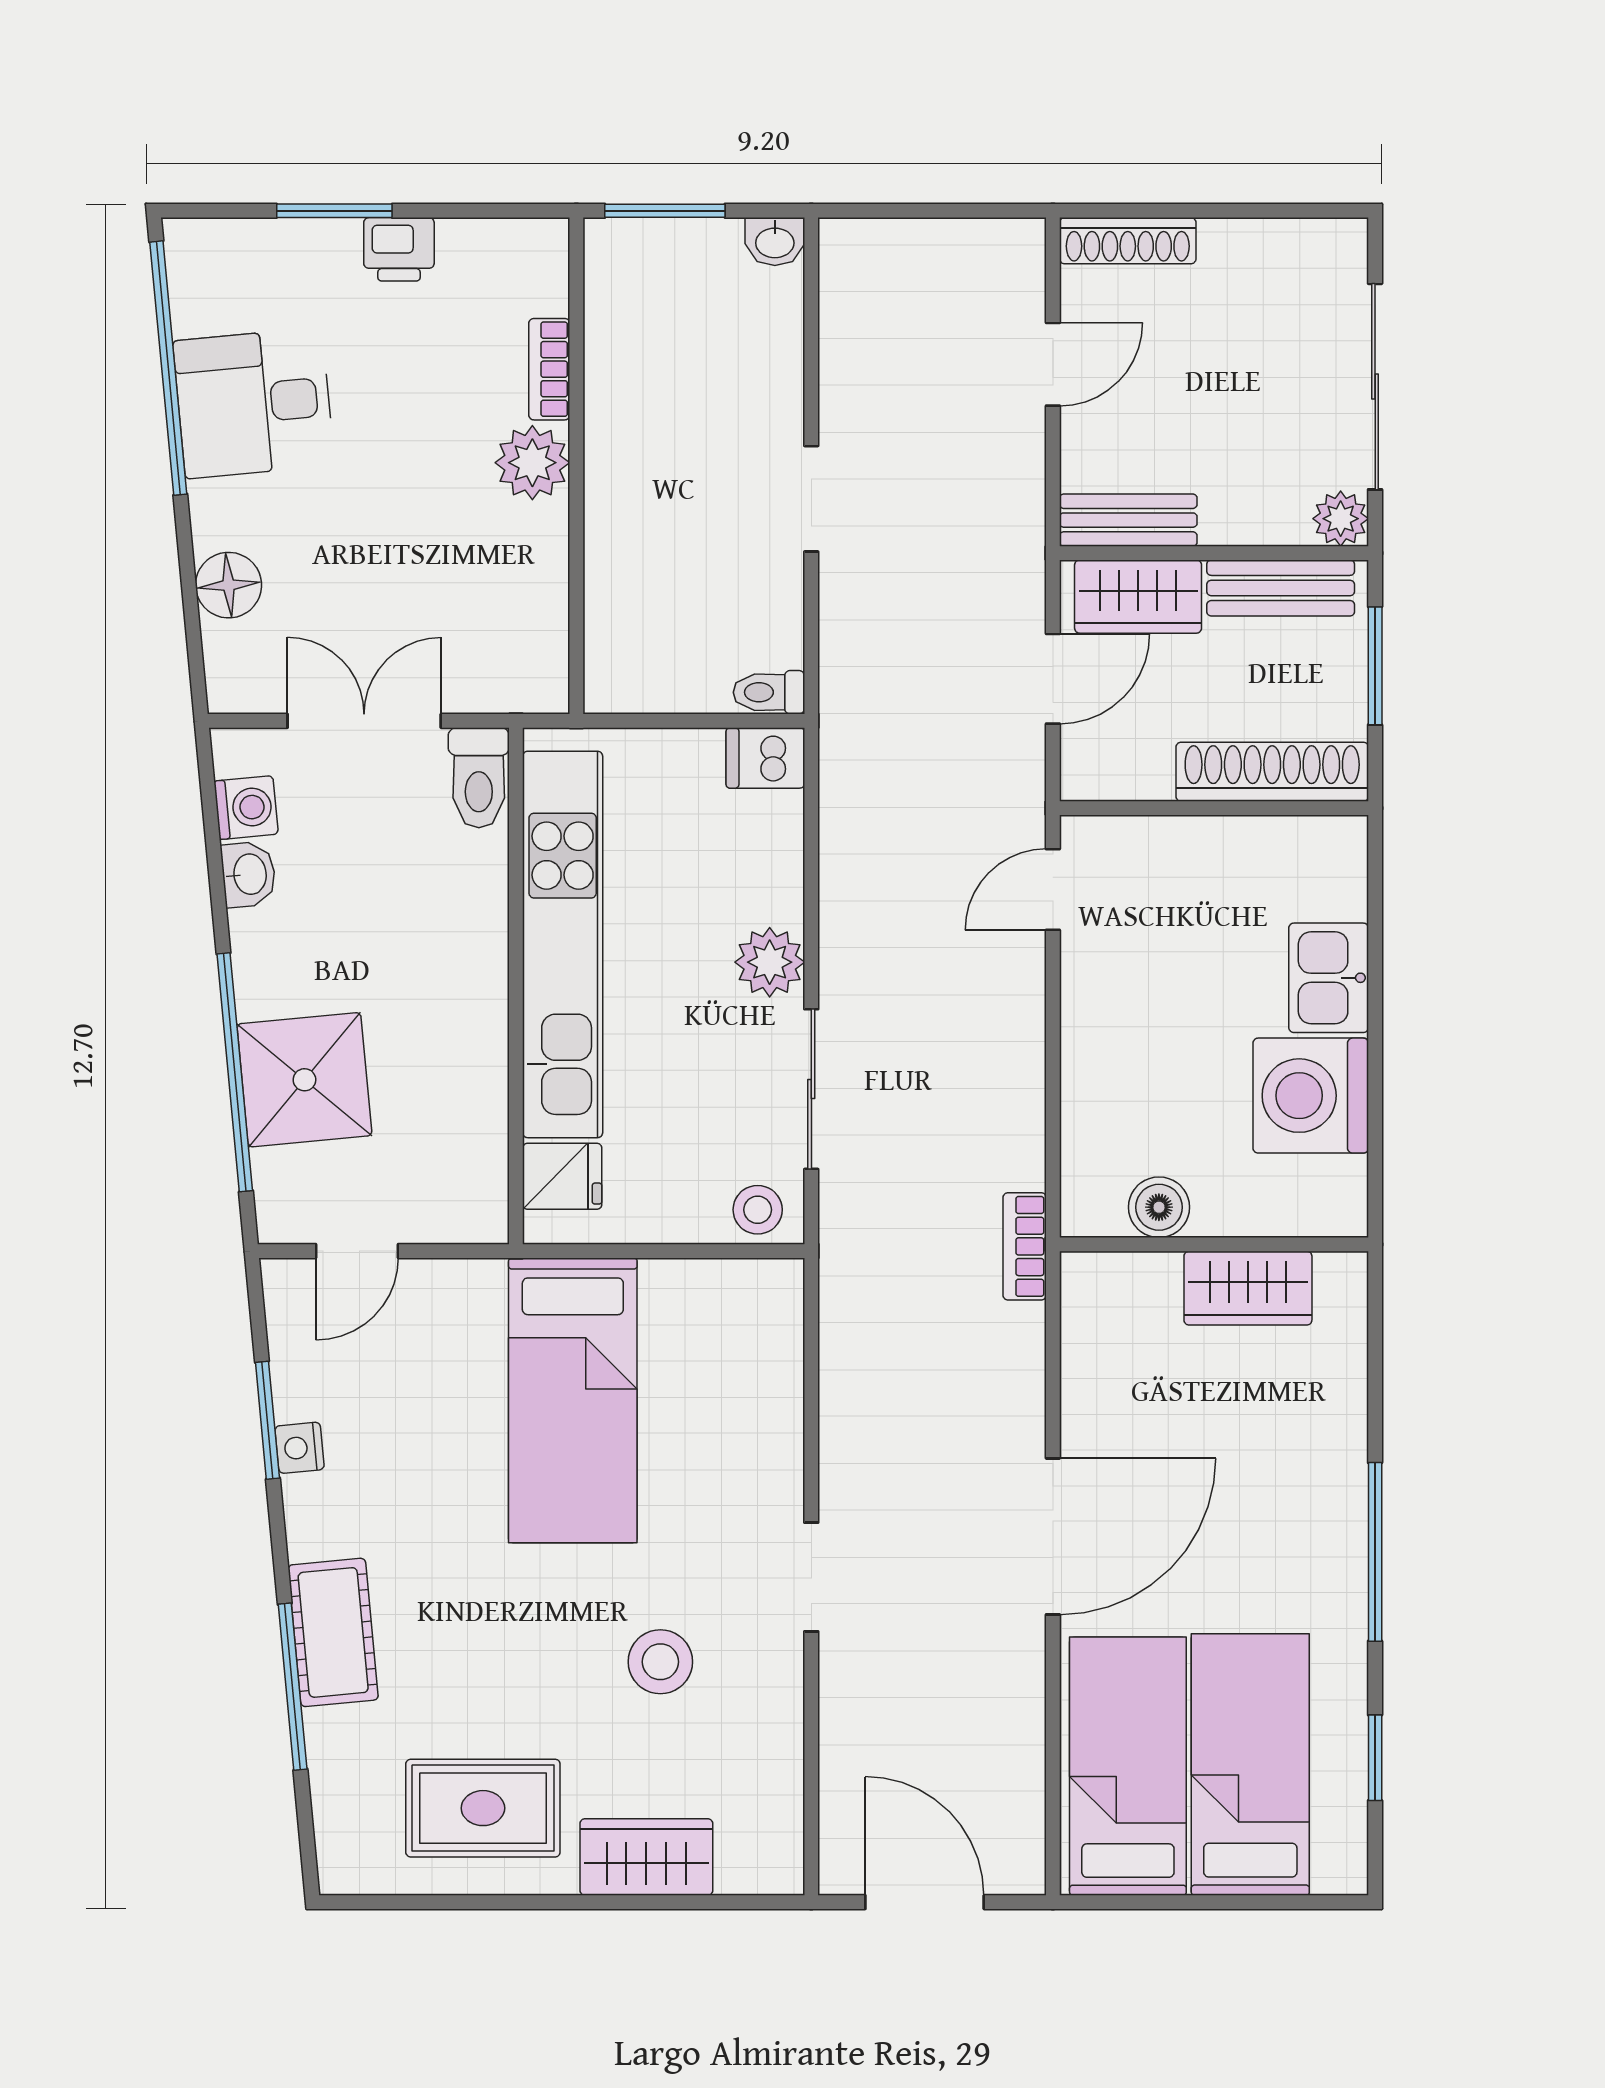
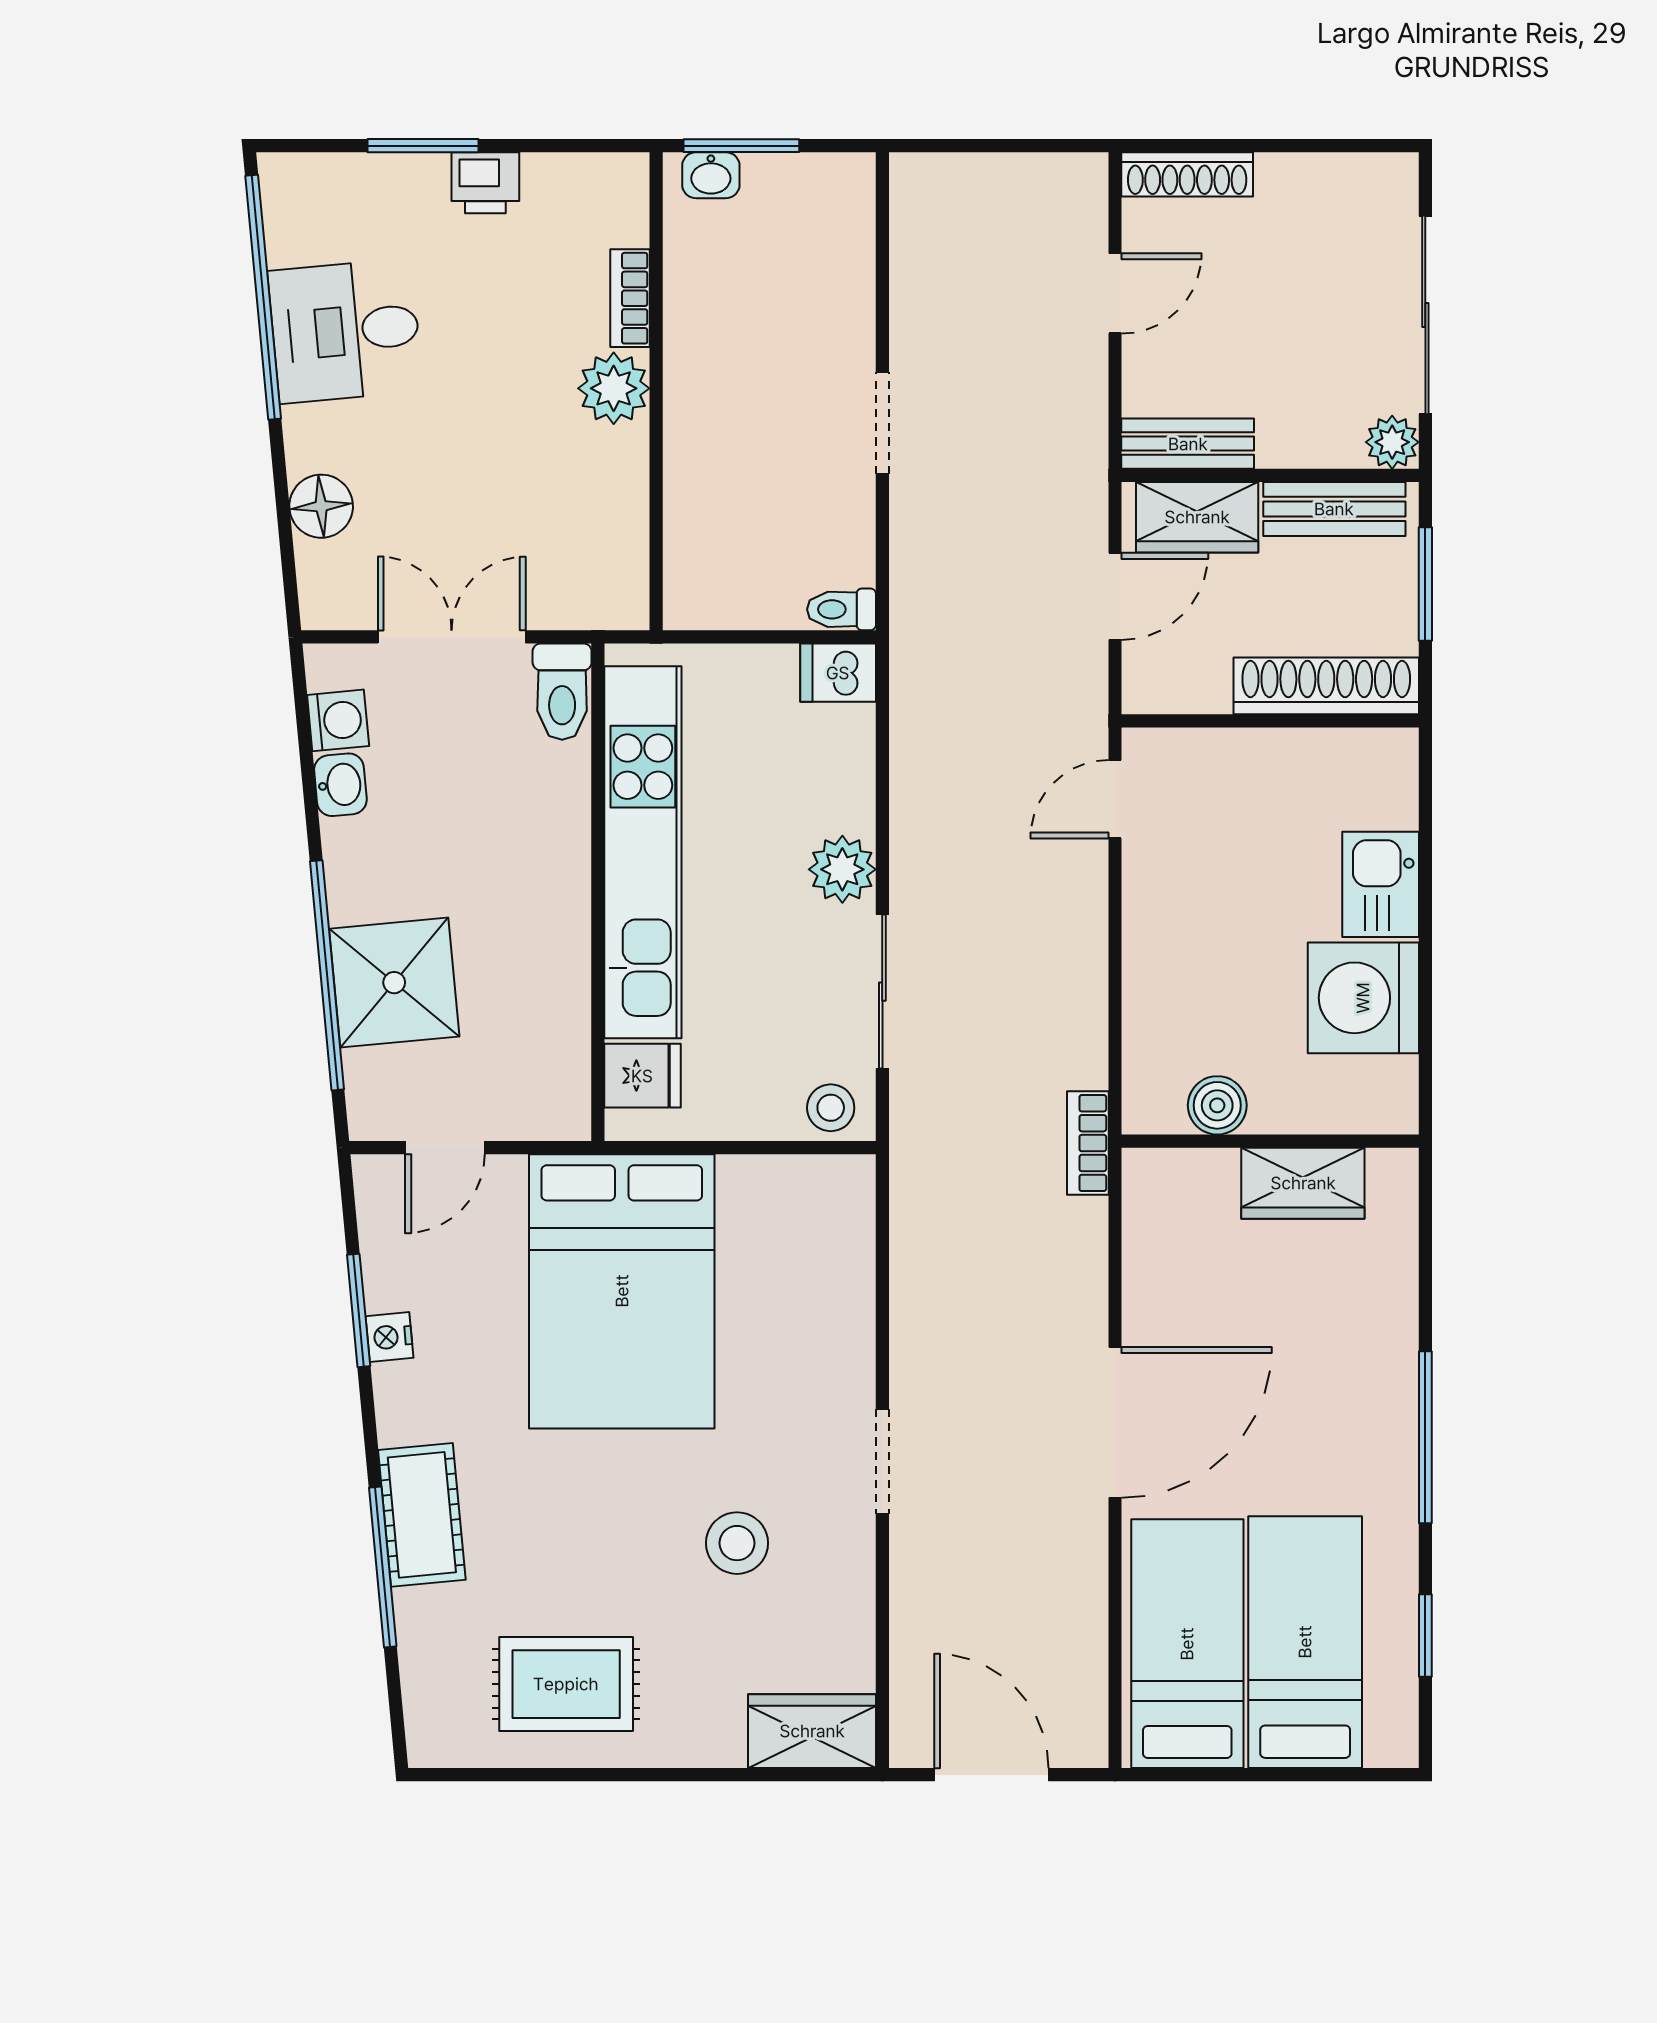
washbasin: (775, 241) -> (711, 175), moved
bed: (573, 1400) -> (622, 1291), width x1.50
wardrobe: (646, 1857) -> (812, 1731), moved

